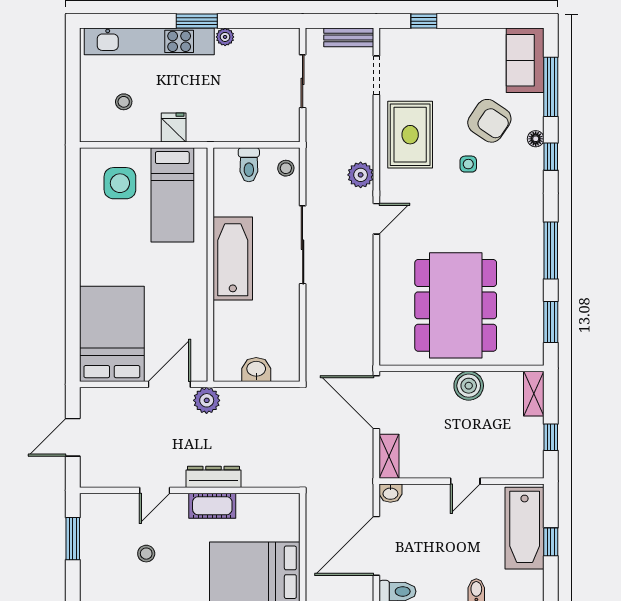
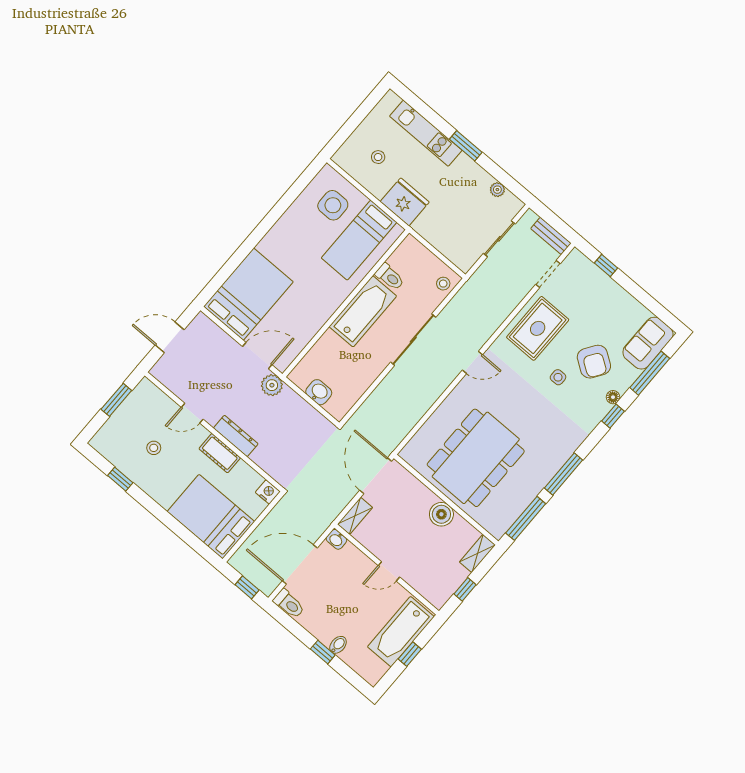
plant: (225, 37) -> (497, 190), moved
kitchen unit: (149, 41) -> (426, 133), width x0.73
fridge: (174, 127) -> (405, 202), width x1.88, depth x1.34
toilet: (249, 165) -> (390, 277), moved, turned -90
plant: (361, 175) -> (486, 327), removed
window: (551, 322) -> (526, 518), width x1.44
nightstand: (288, 504) -> (268, 492), added

